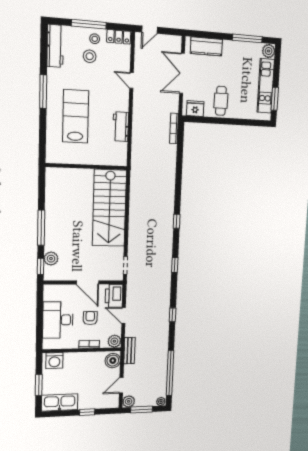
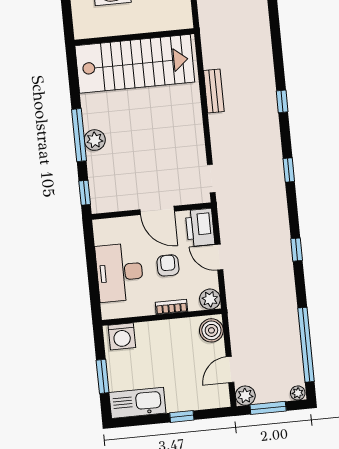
stairs: (109, 208) -> (135, 64), moved, turned -90
plant: (51, 259) -> (95, 140), moved
bench: (129, 351) -> (214, 91), moved

